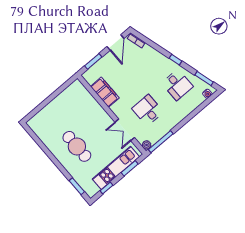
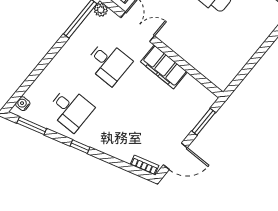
door: (115, 42) -> (175, 156), swing flipped
desk: (177, 85) -> (70, 109), turned 180
filing cabinet: (105, 92) -> (164, 67), moved

